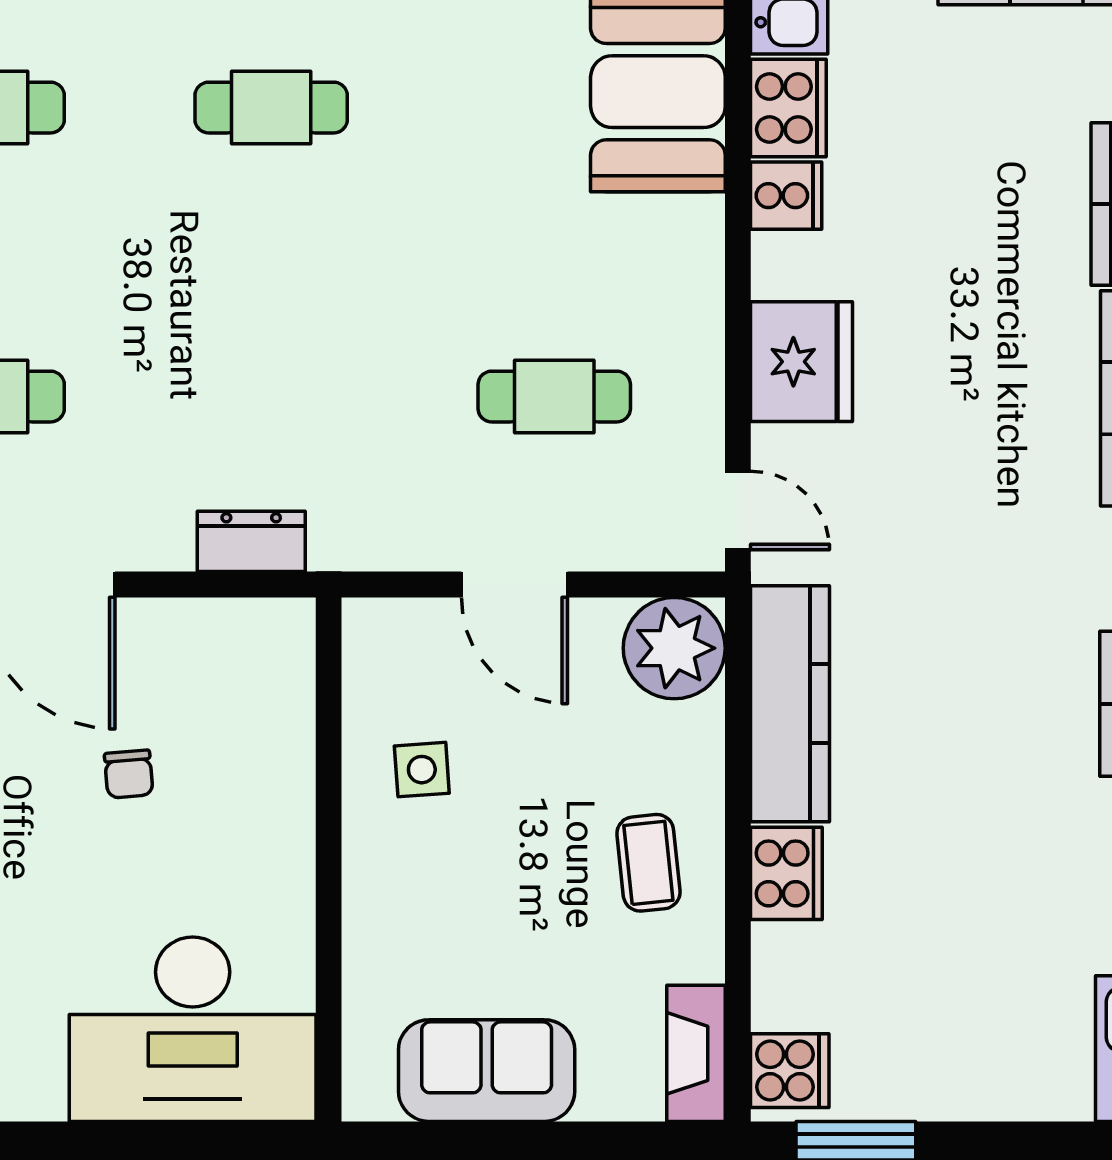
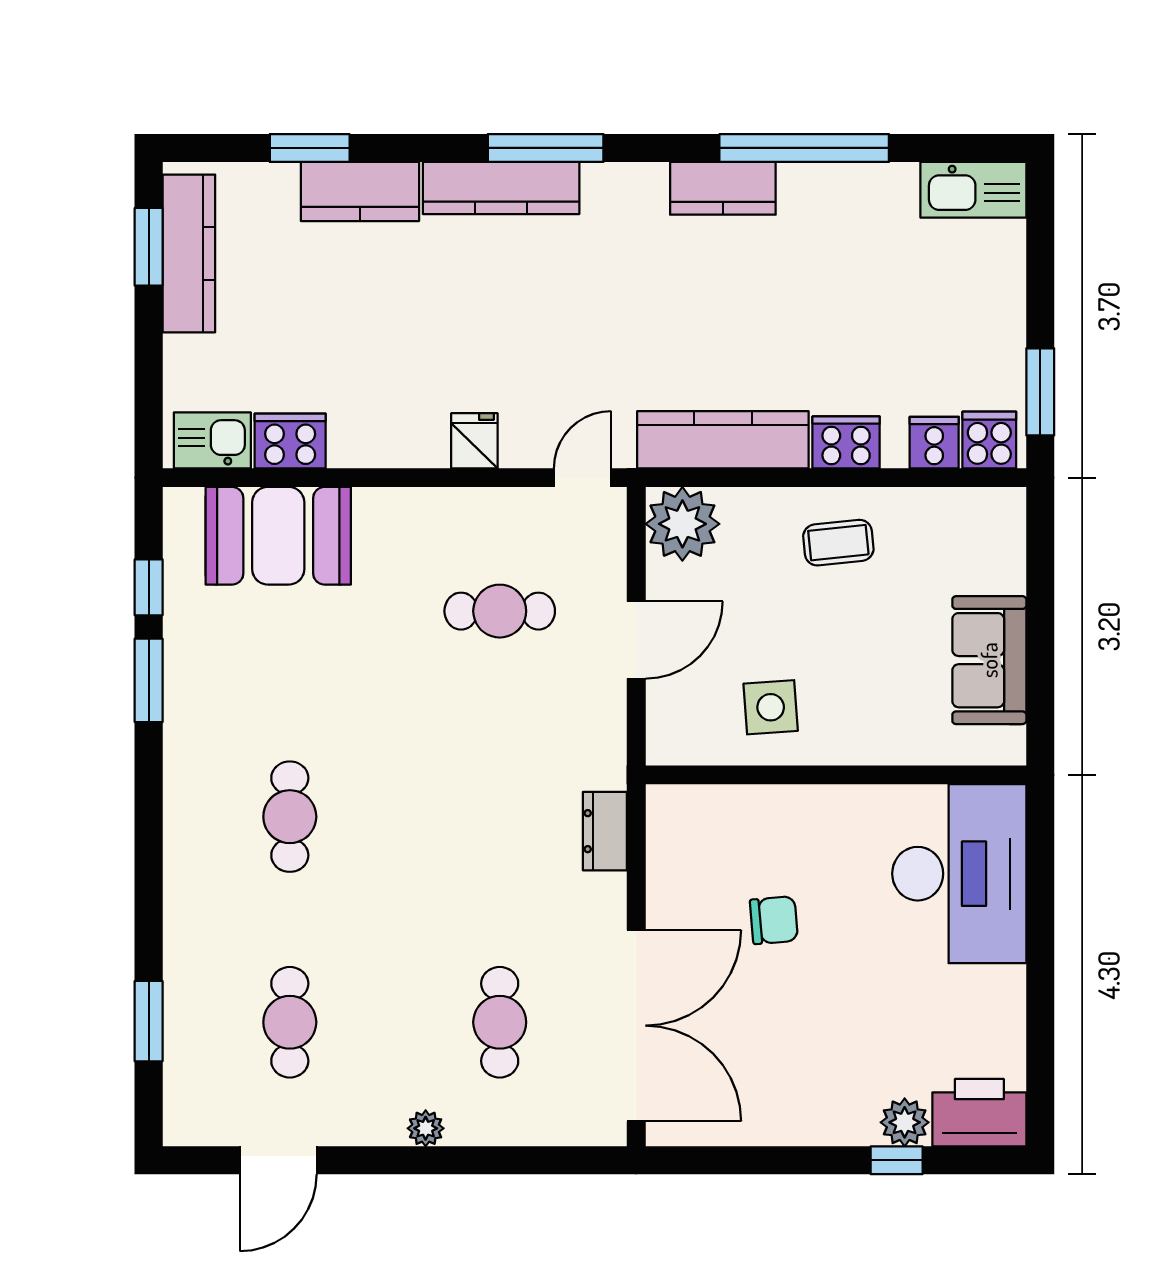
cooker: (786, 196) -> (934, 443), moved
fridge: (801, 362) -> (474, 441), width x0.53, depth x0.75
cafe table: (554, 397) -> (500, 611), turned 90
side table: (422, 770) -> (771, 707), width x1.37, depth x1.37
chair: (129, 774) -> (774, 920), width x1.37, depth x1.37
fireplace: (696, 1053) -> (977, 508), removed

